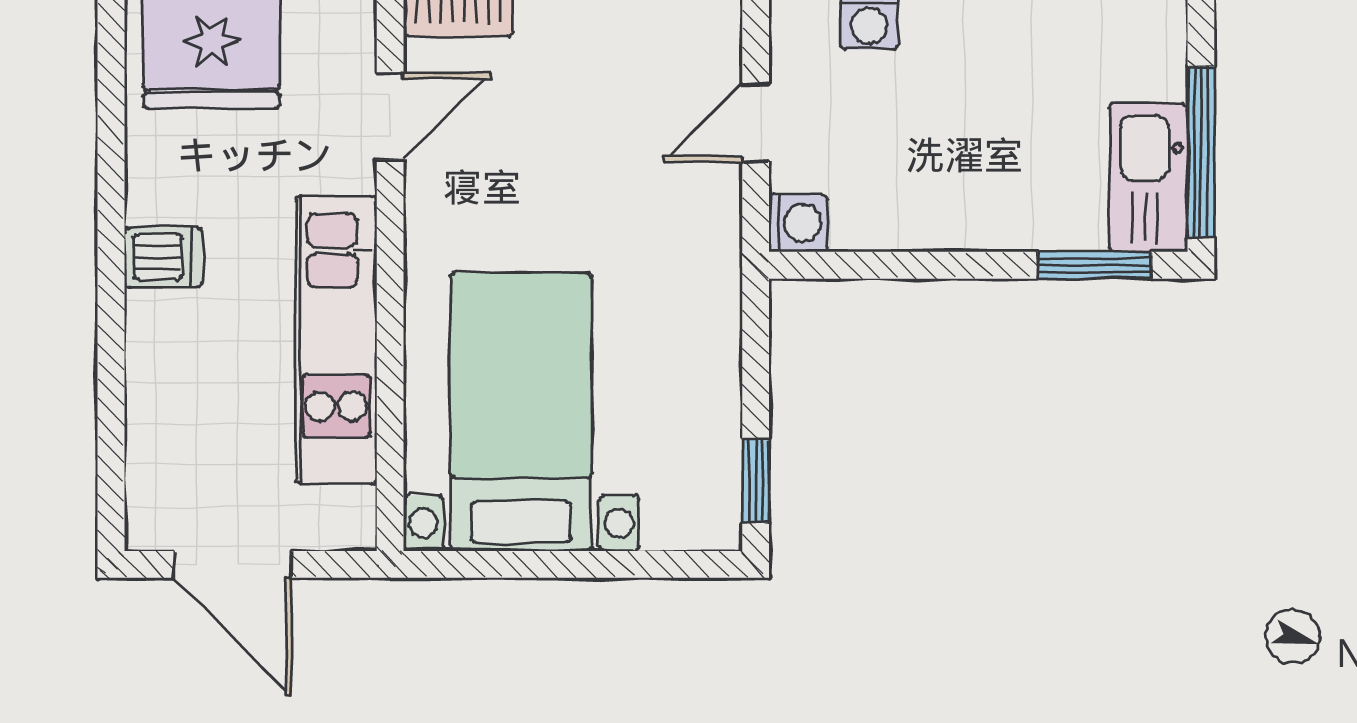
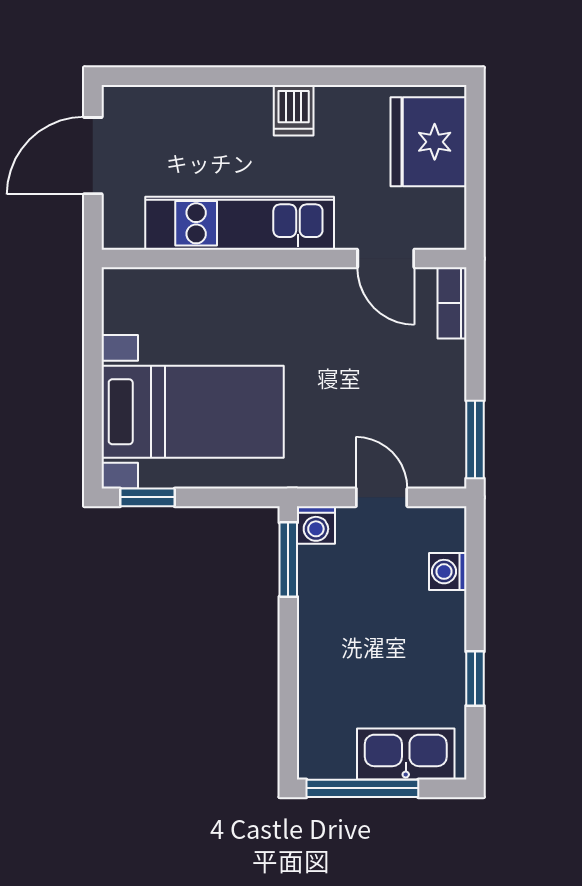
kitchen sink: (1148, 178) -> (406, 754), moved
window: (1095, 265) -> (288, 560), moved
bed with nightstands: (521, 412) -> (193, 412), moved

